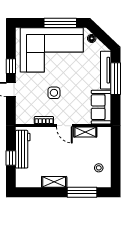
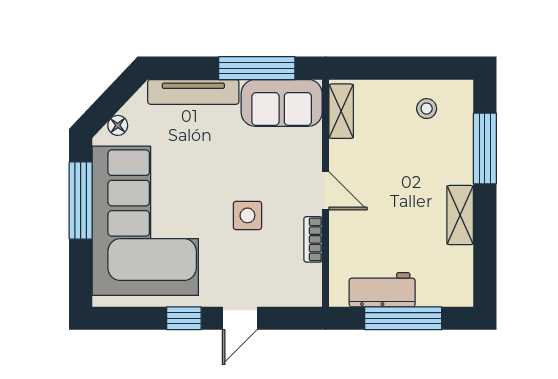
window: (116, 79) -> (257, 68), moved
door: (64, 126) -> (326, 191), hinge flipped
shelving: (85, 132) -> (341, 111), moved
workbench: (23, 149) -> (382, 290), width x0.73
window: (11, 158) -> (403, 318), width x2.17

